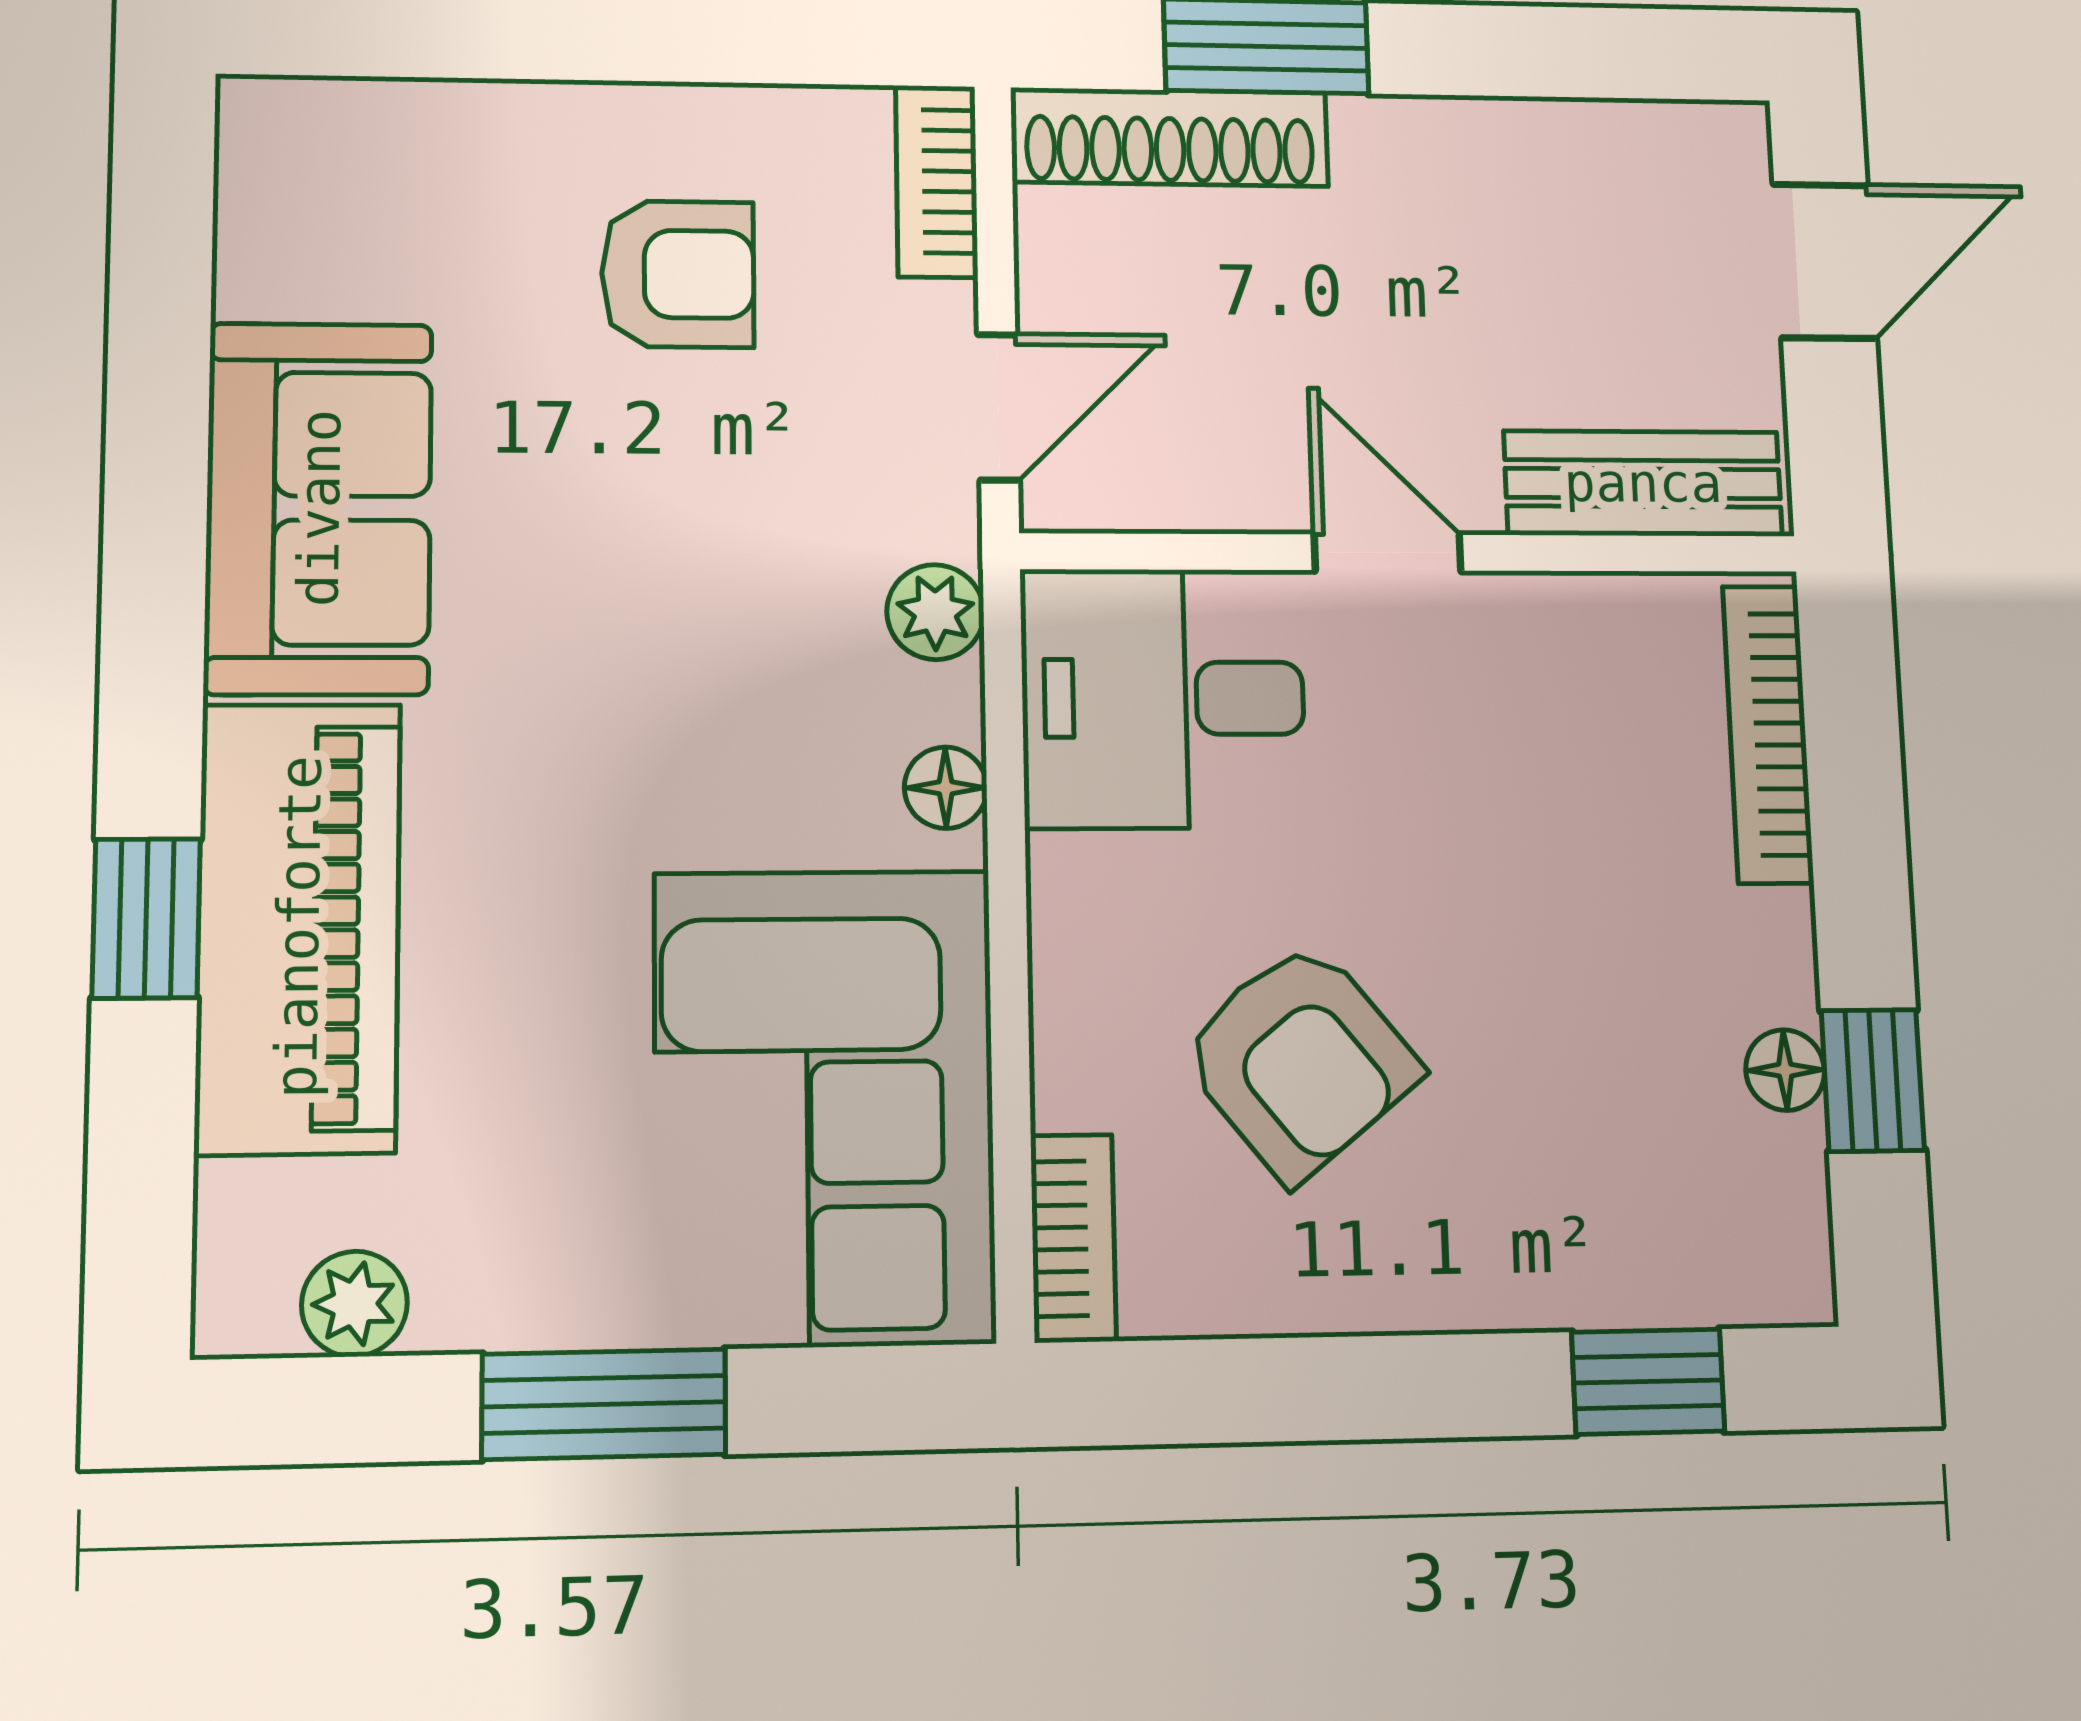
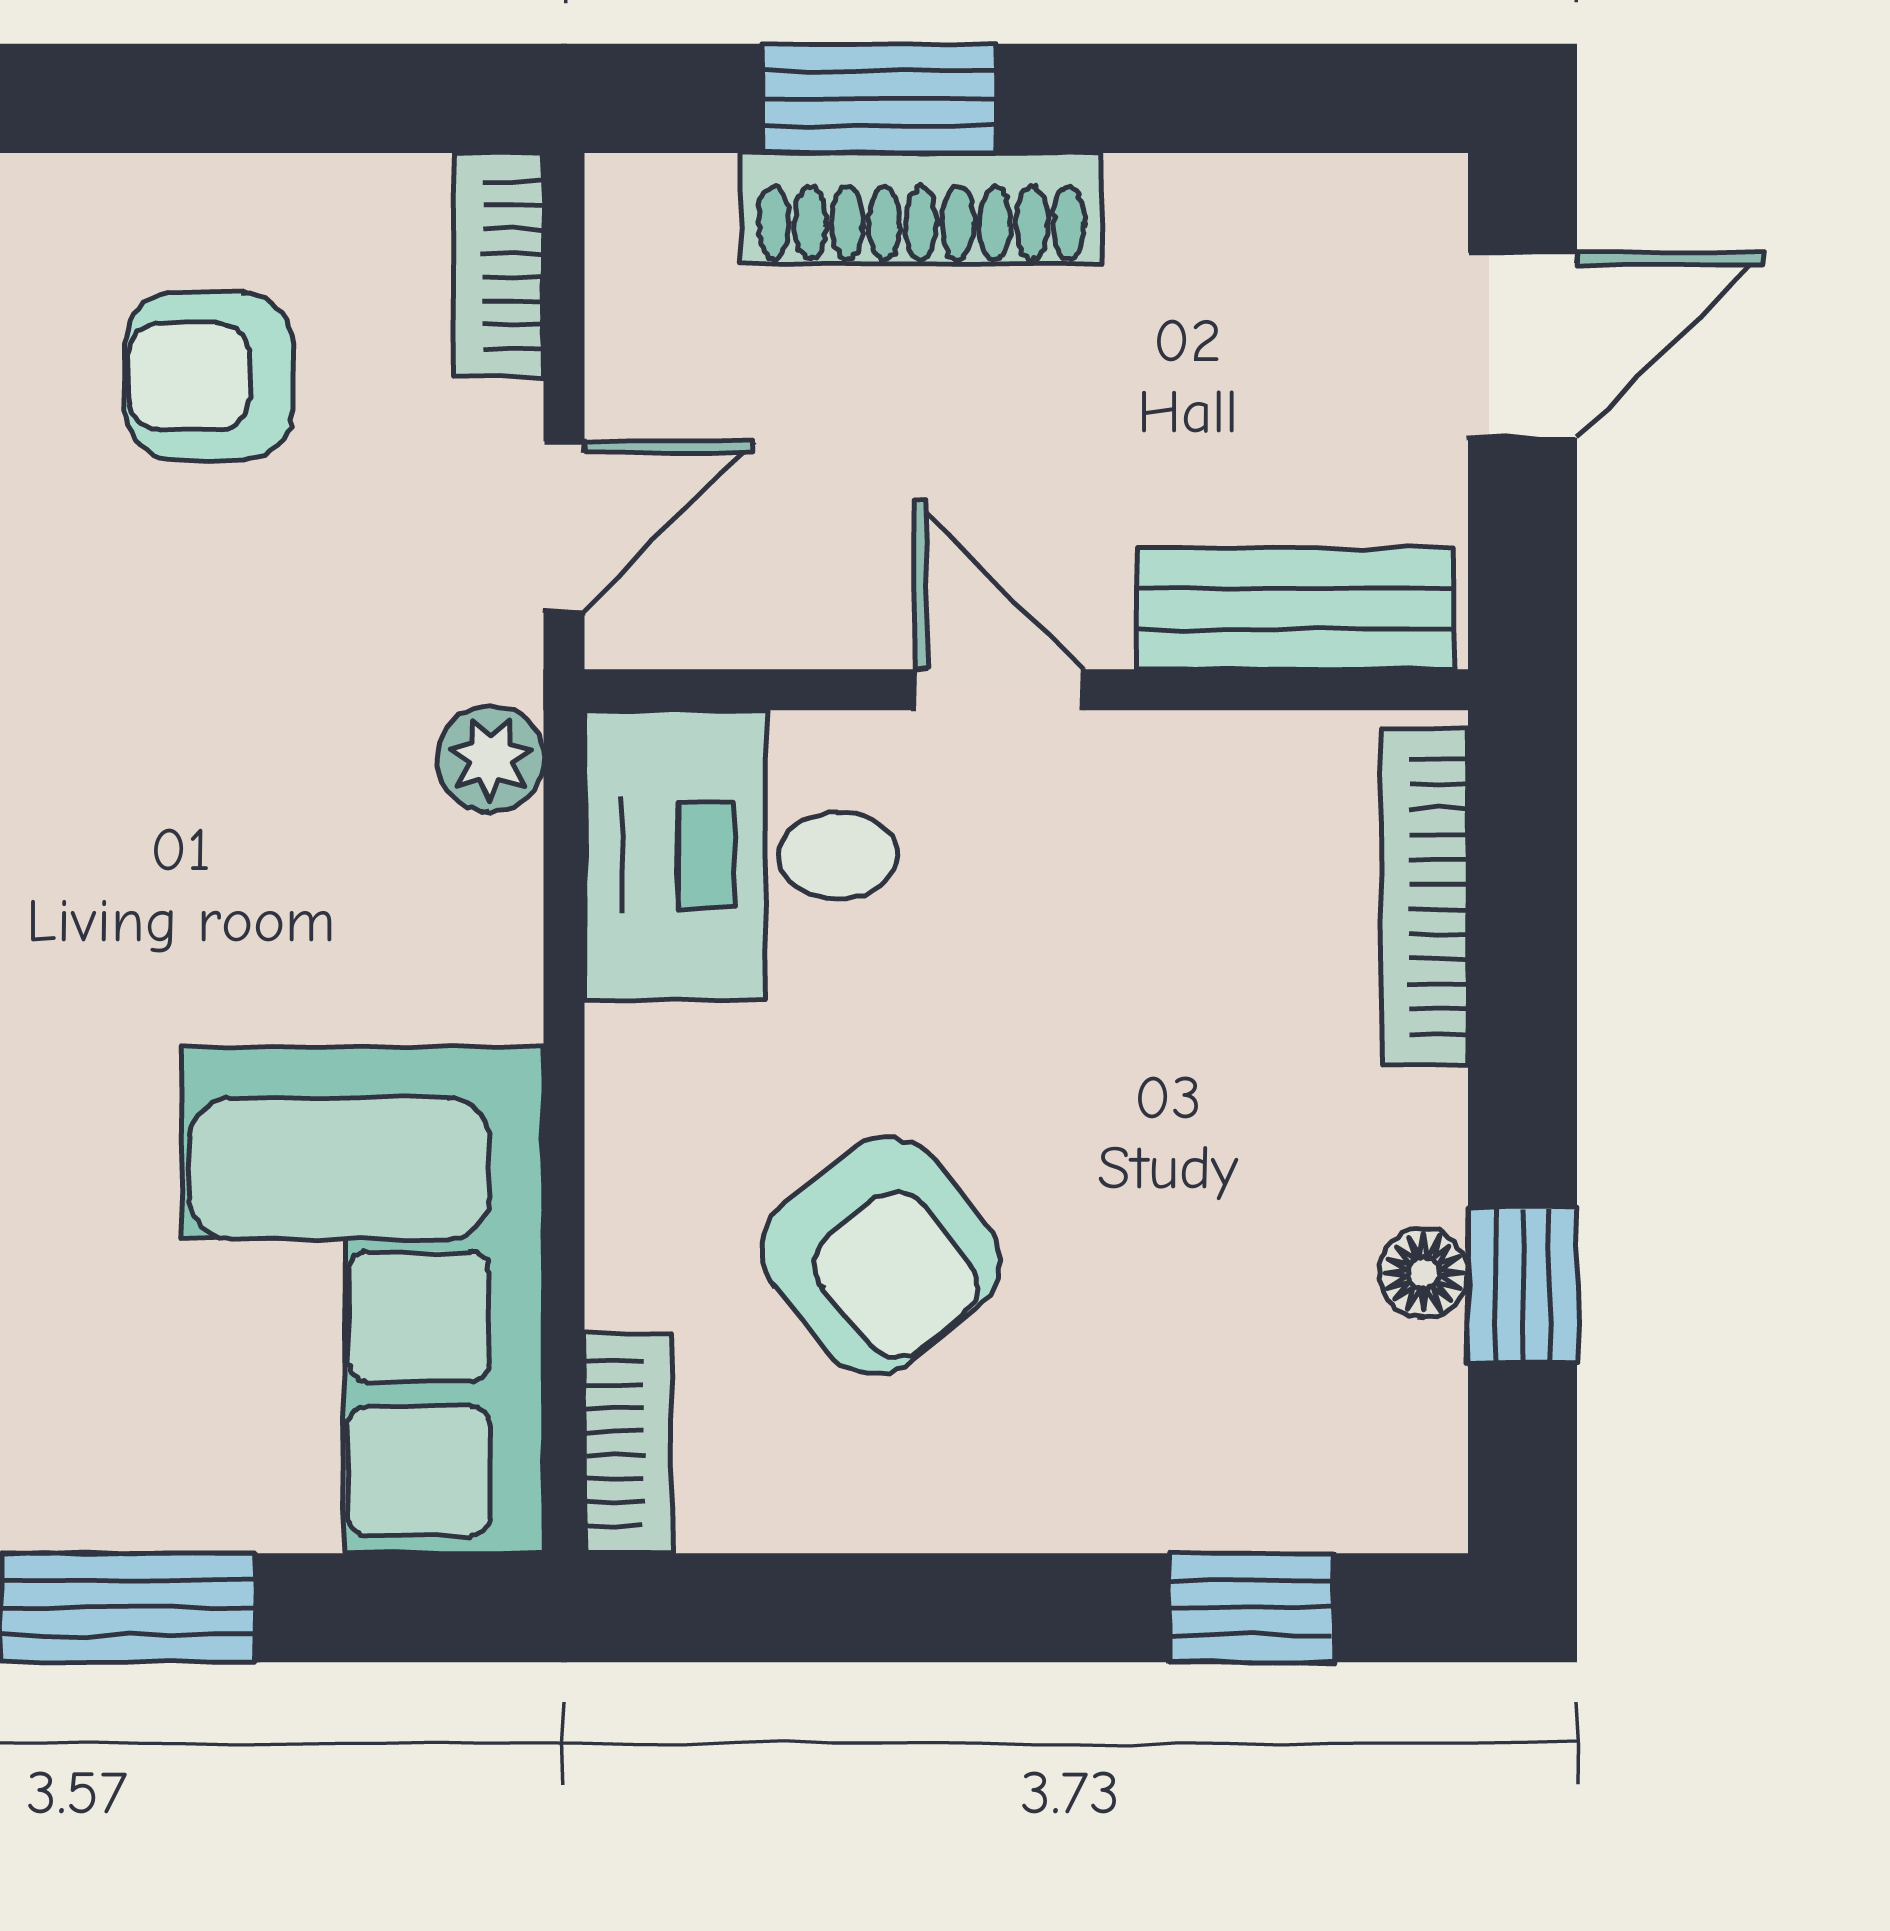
shoe rack: (1170, 137) -> (921, 209), moved
armchair: (678, 274) -> (209, 376), turned 180
floor lamp: (946, 788) -> (498, 954), removed

